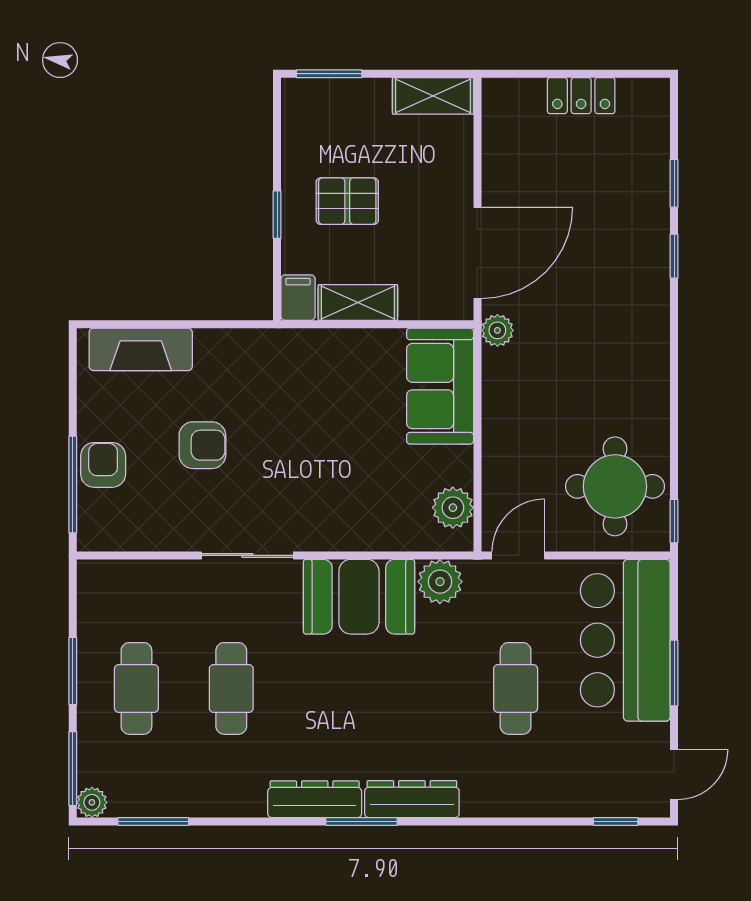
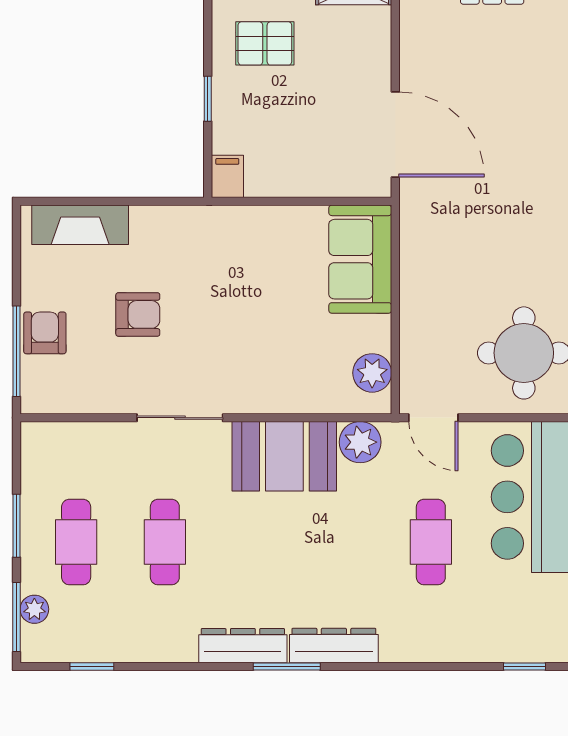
pallet: (347, 201) -> (265, 43), moved
door: (477, 253) -> (395, 135), hinge flipped
shelving: (358, 303) -> (283, 181), removed
plant: (497, 330) -> (414, 207), removed
door: (518, 555) -> (433, 418), swing flipped
plant: (92, 802) -> (34, 609), moved
window: (153, 821) -> (92, 666), width x0.67

